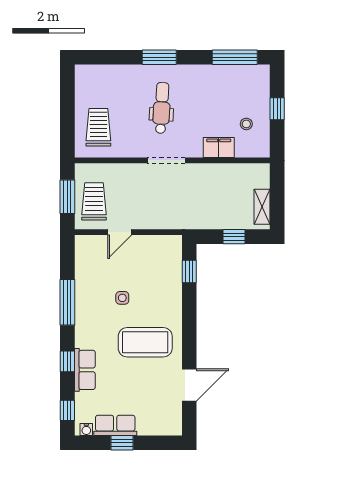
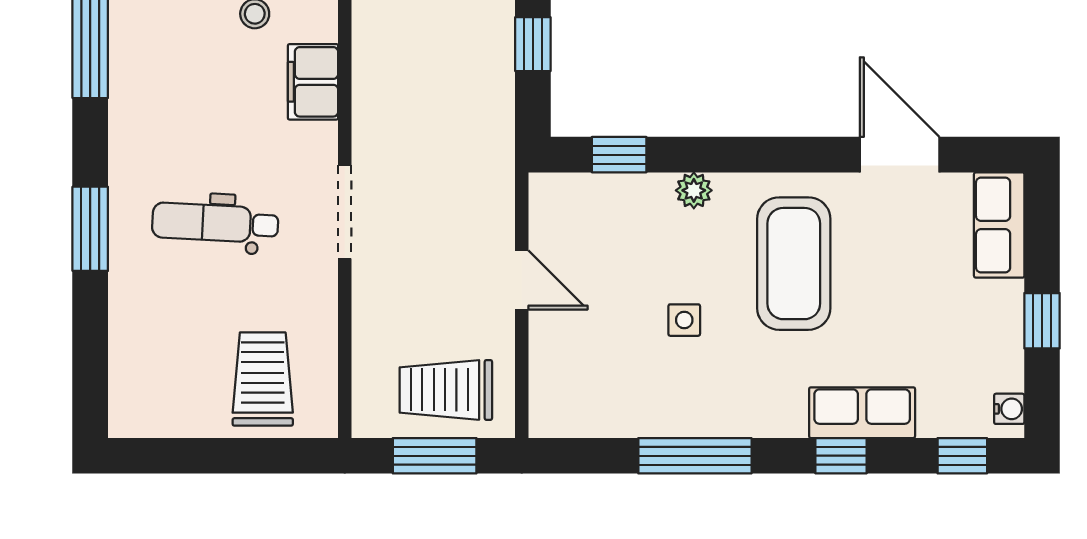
trolley: (98, 127) -> (263, 379), turned 90
door: (120, 232) -> (522, 280), moved
plant: (175, 302) -> (694, 190), added
row of seats: (115, 425) -> (999, 225), moved

